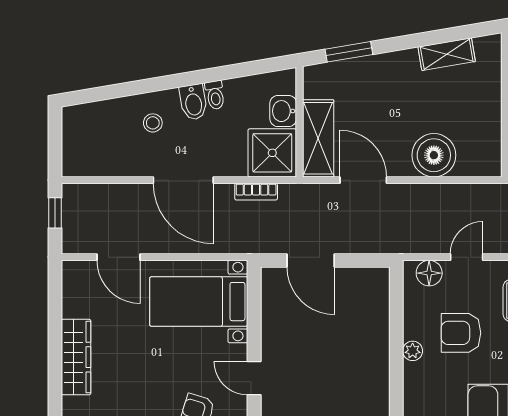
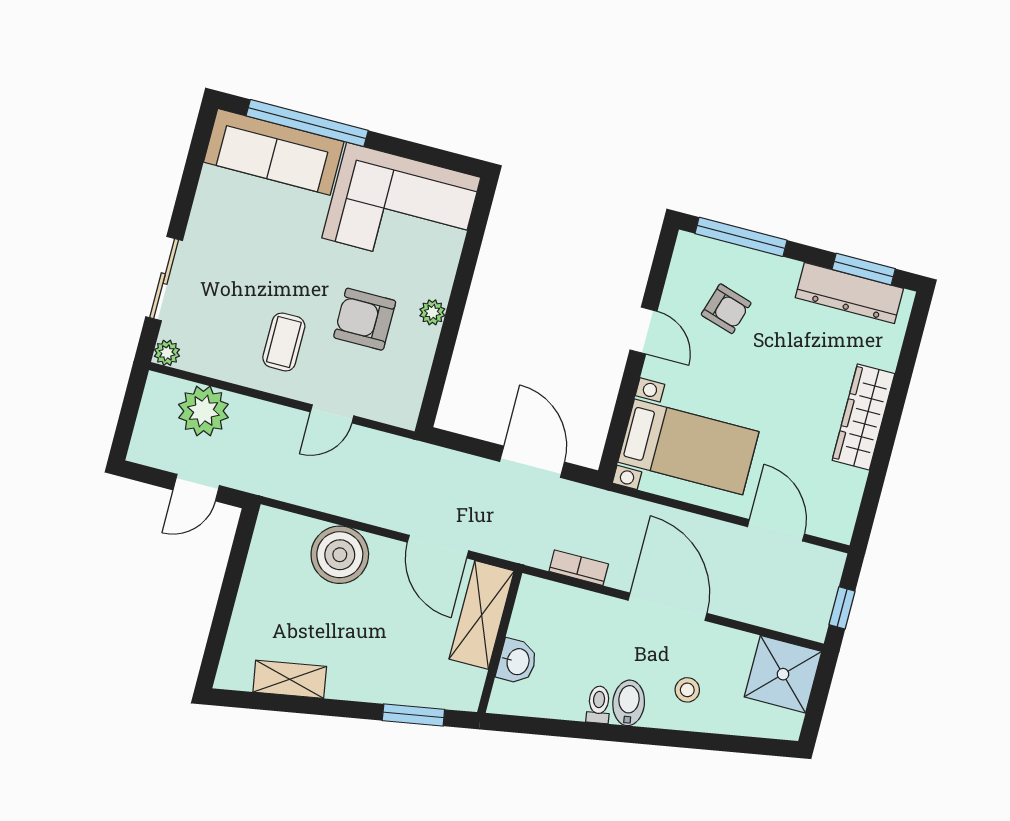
shower: (272, 153) -> (783, 674), moved
floor lamp: (429, 273) -> (385, 406), removed
armchair: (461, 333) -> (365, 319), turned 180

